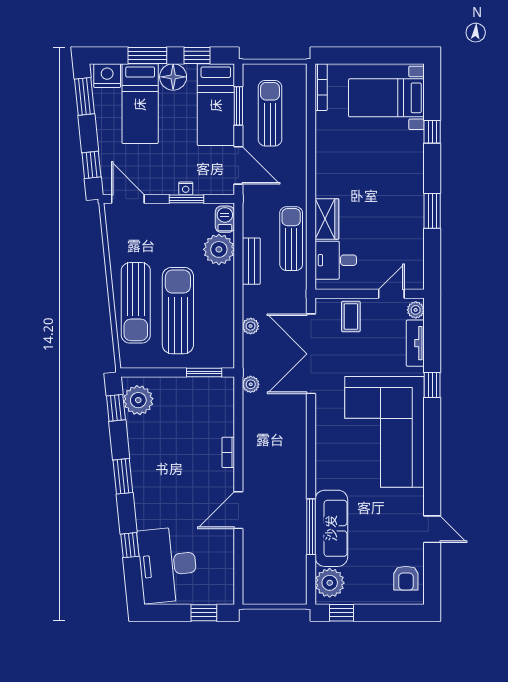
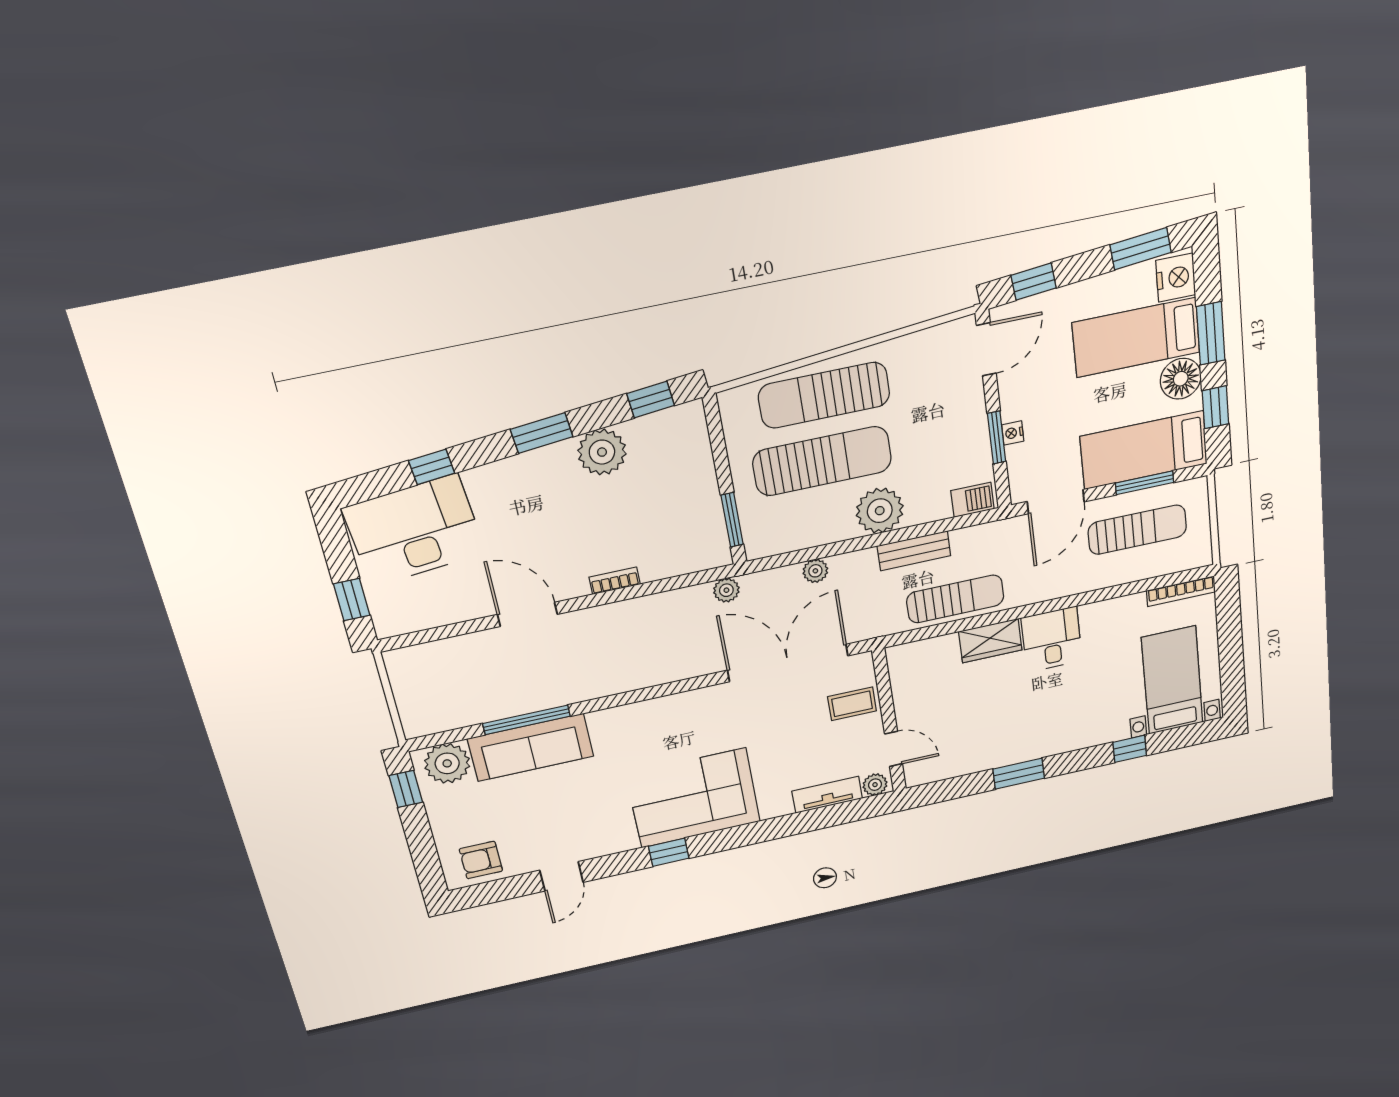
plant: (219, 249) -> (880, 511), moved
desk: (336, 260) -> (1052, 639), moved
window: (432, 385) -> (669, 852), moved
plant: (138, 400) -> (602, 452), moved
corner sofa: (384, 432) -> (694, 798), width x0.73, depth x0.74

